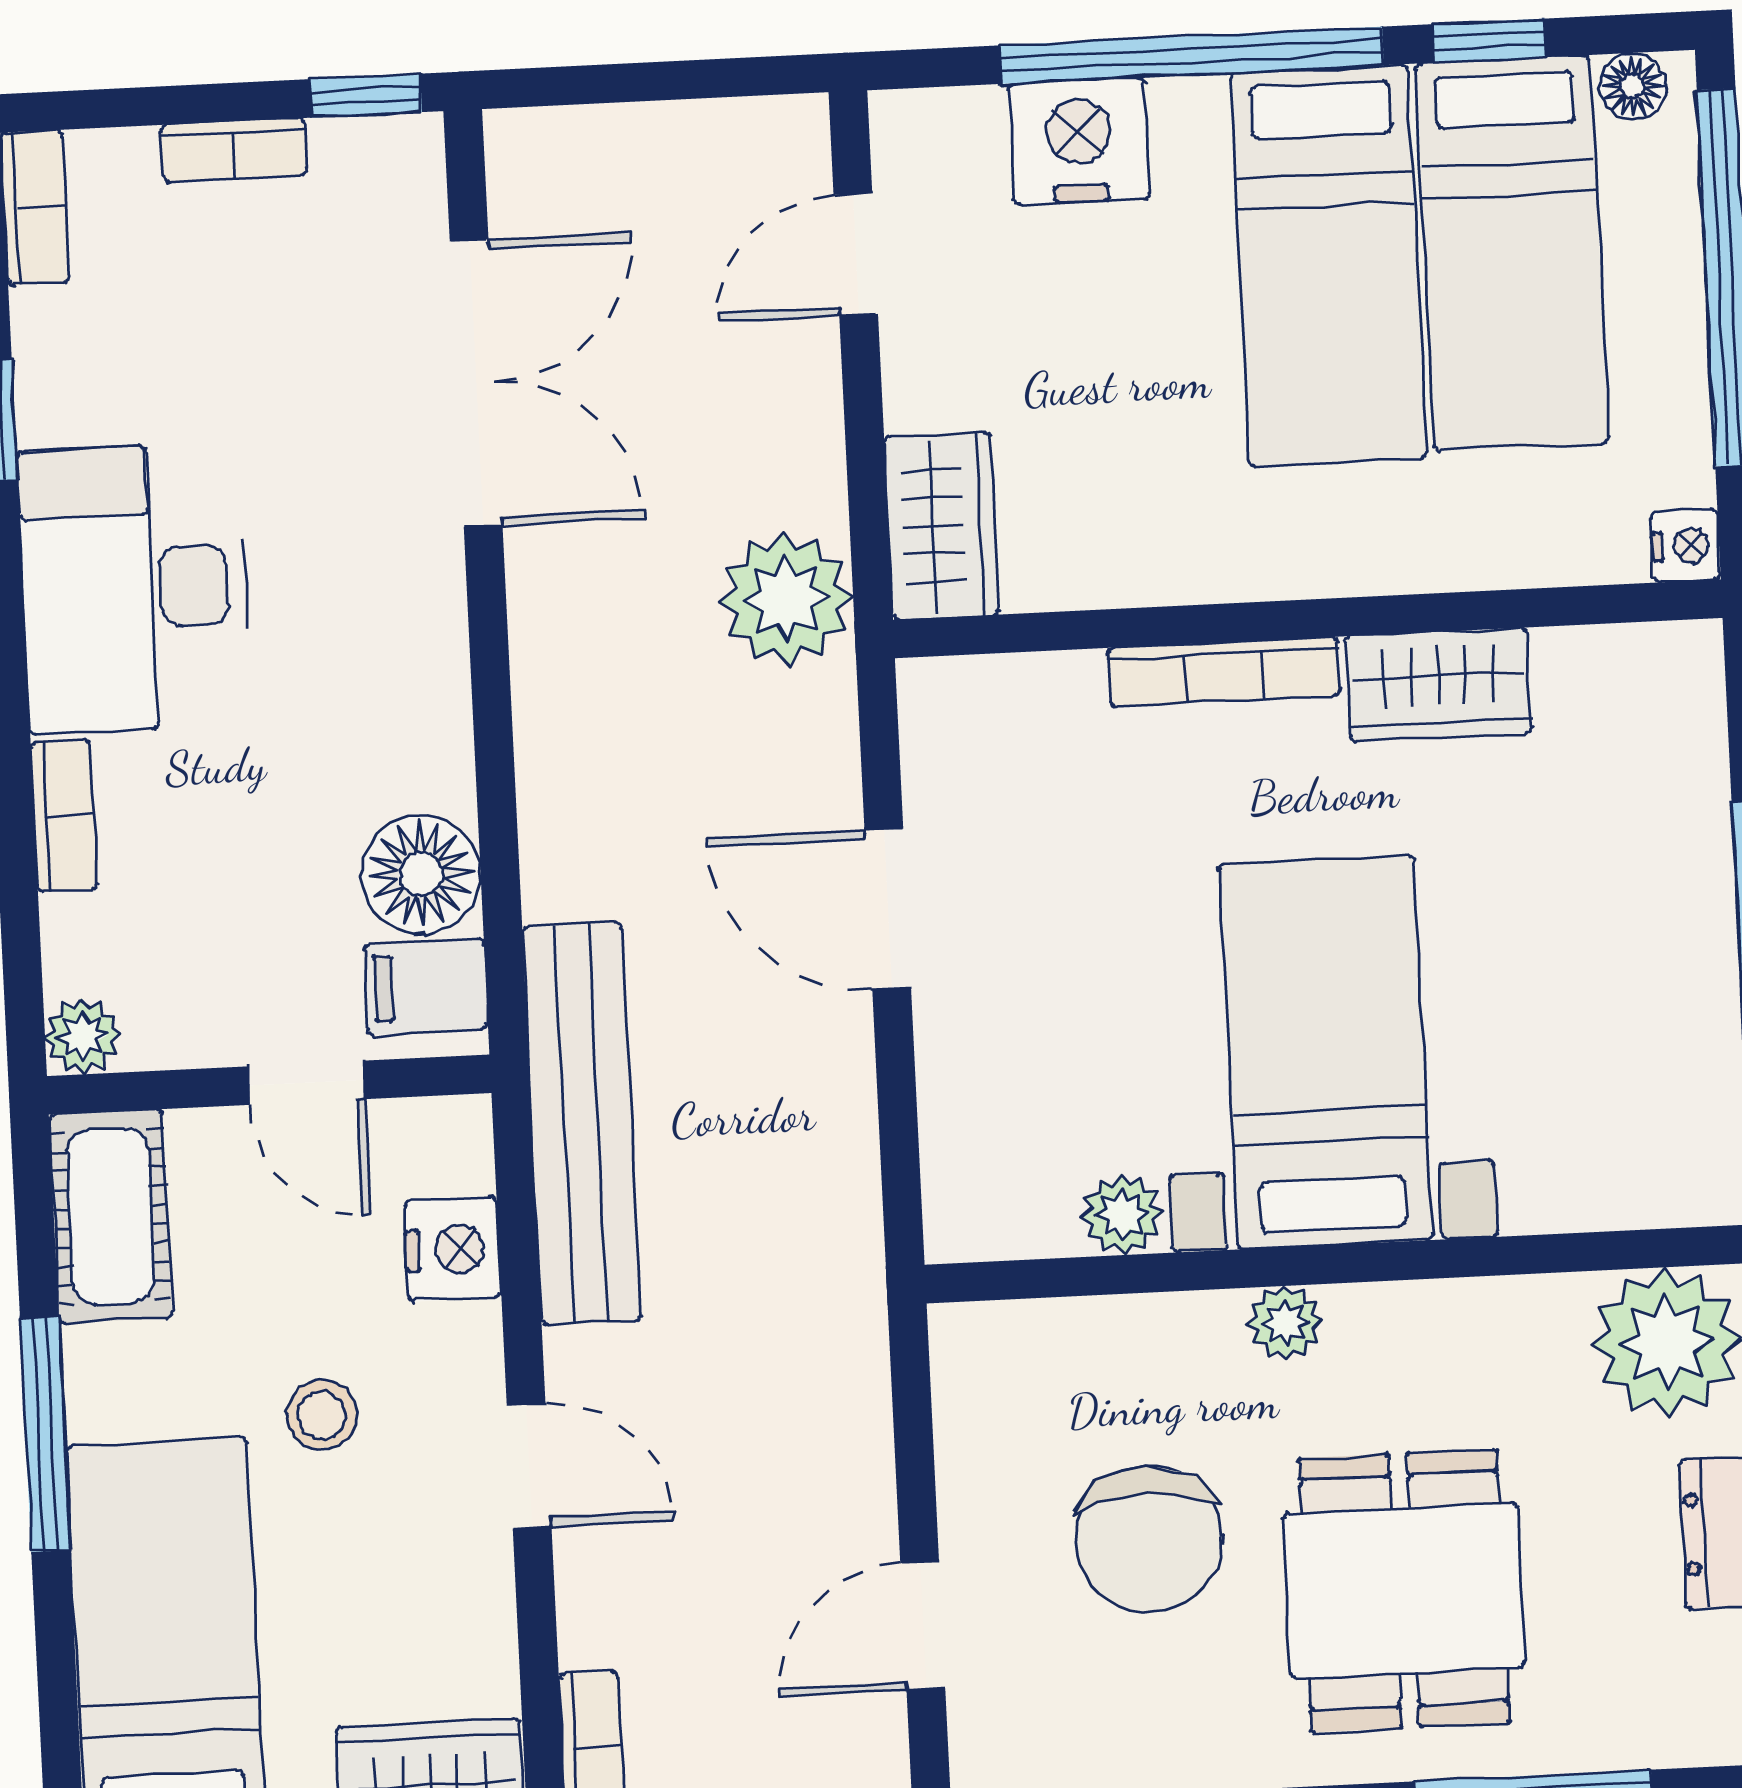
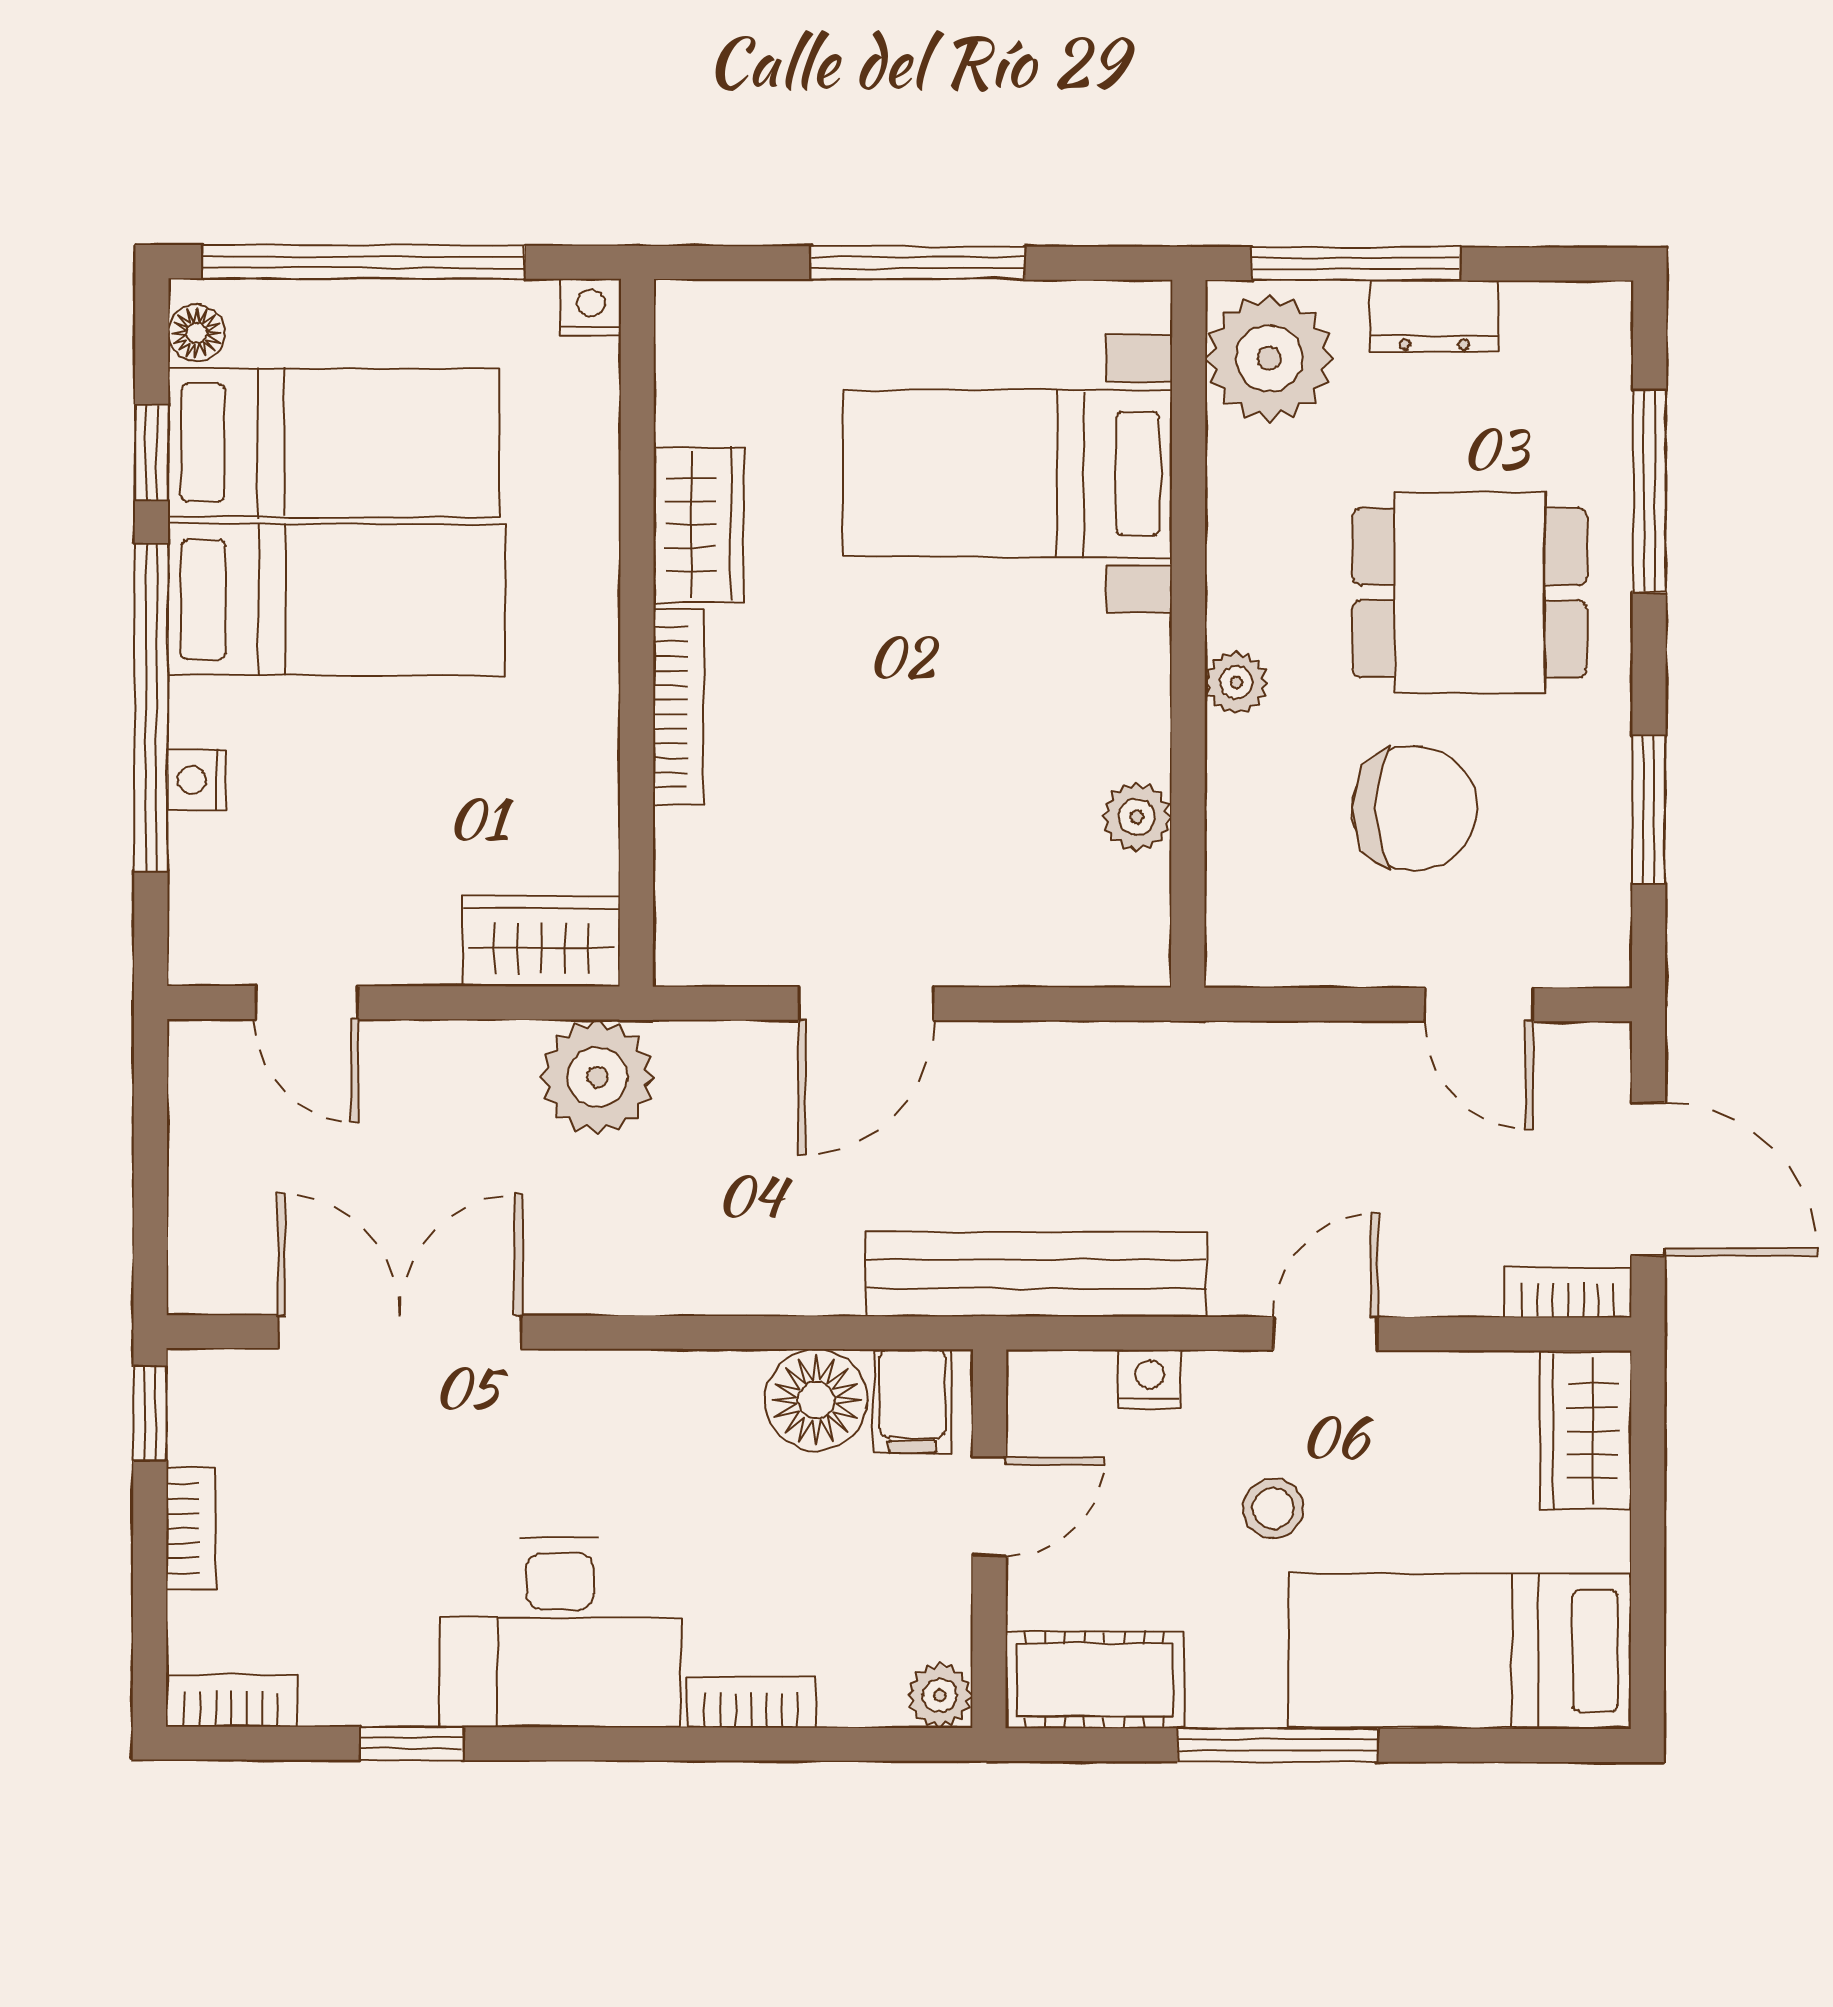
nightstand: (1079, 141) -> (196, 780), width x0.53, depth x0.56
bed with nightstands: (1326, 1052) -> (1008, 473), moved
nightstand: (453, 1249) -> (1150, 1379), width x0.72, depth x0.74

